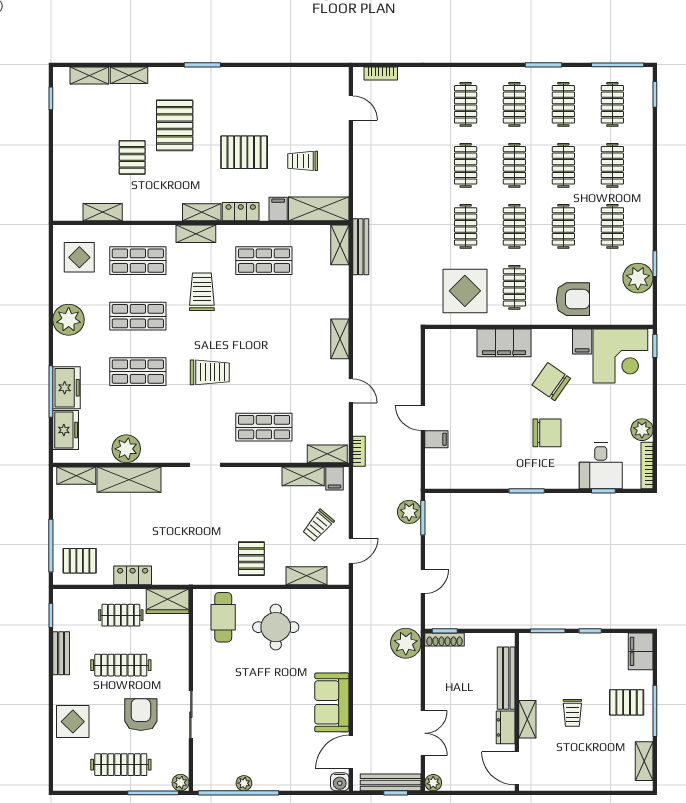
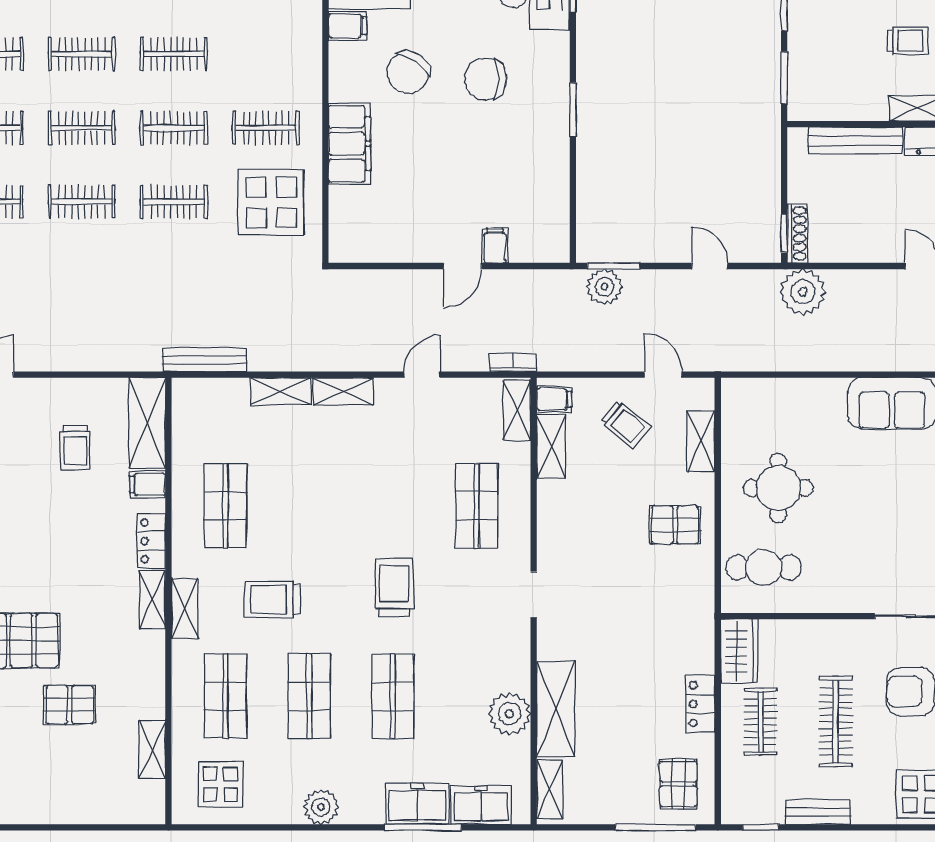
pallet: (244, 152) -> (62, 536), removed
shelving: (340, 245) -> (281, 391), moved
armchair: (573, 299) -> (284, 40), removed
plant: (69, 320) -> (321, 807), width x0.73, depth x0.73
chair: (547, 433) -> (485, 79), turned -90

